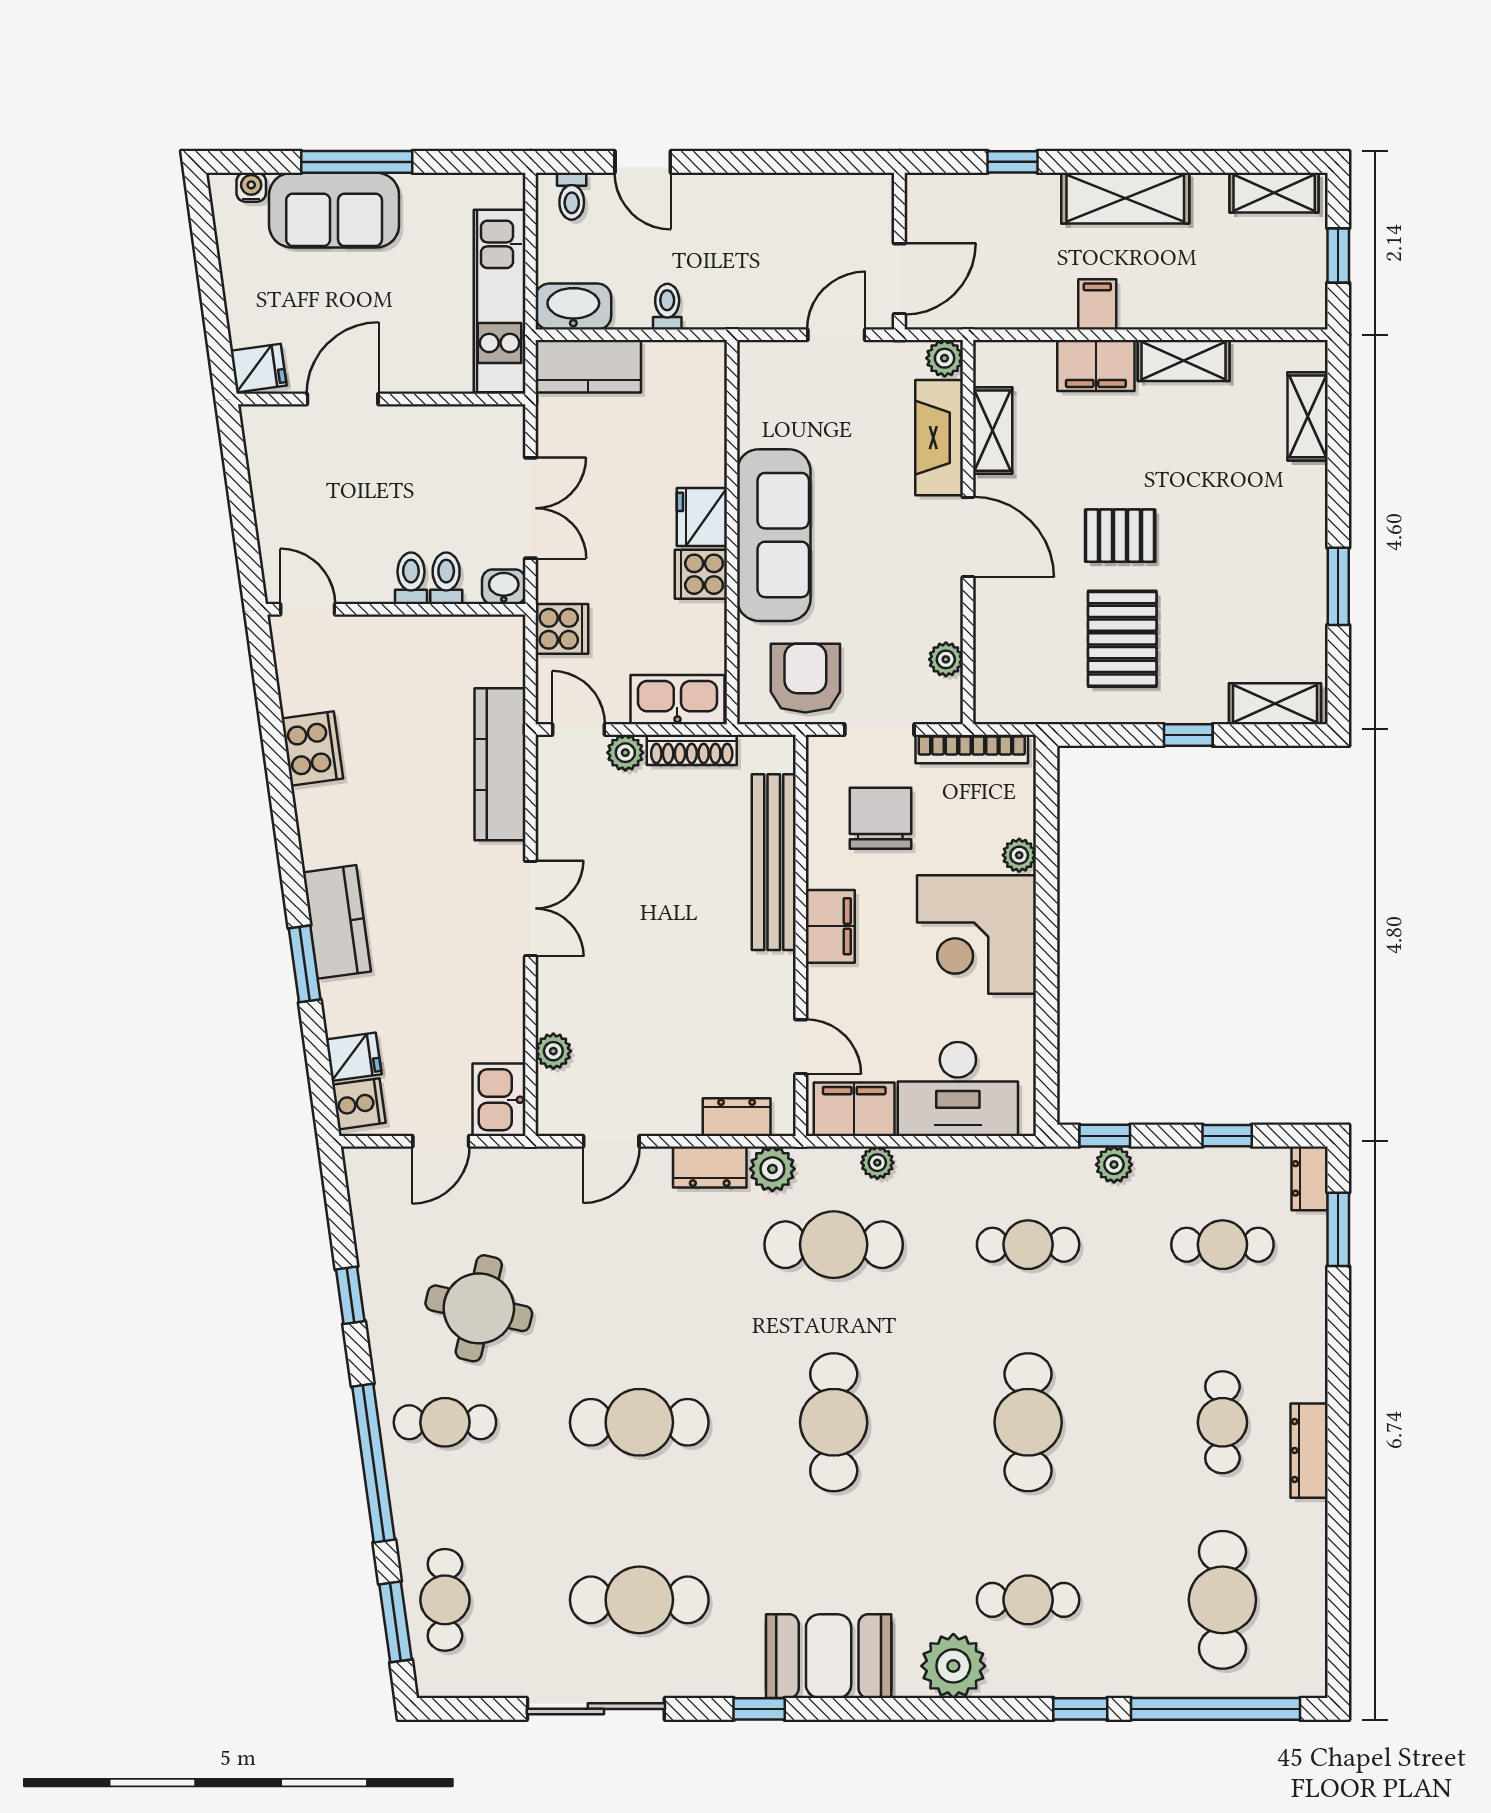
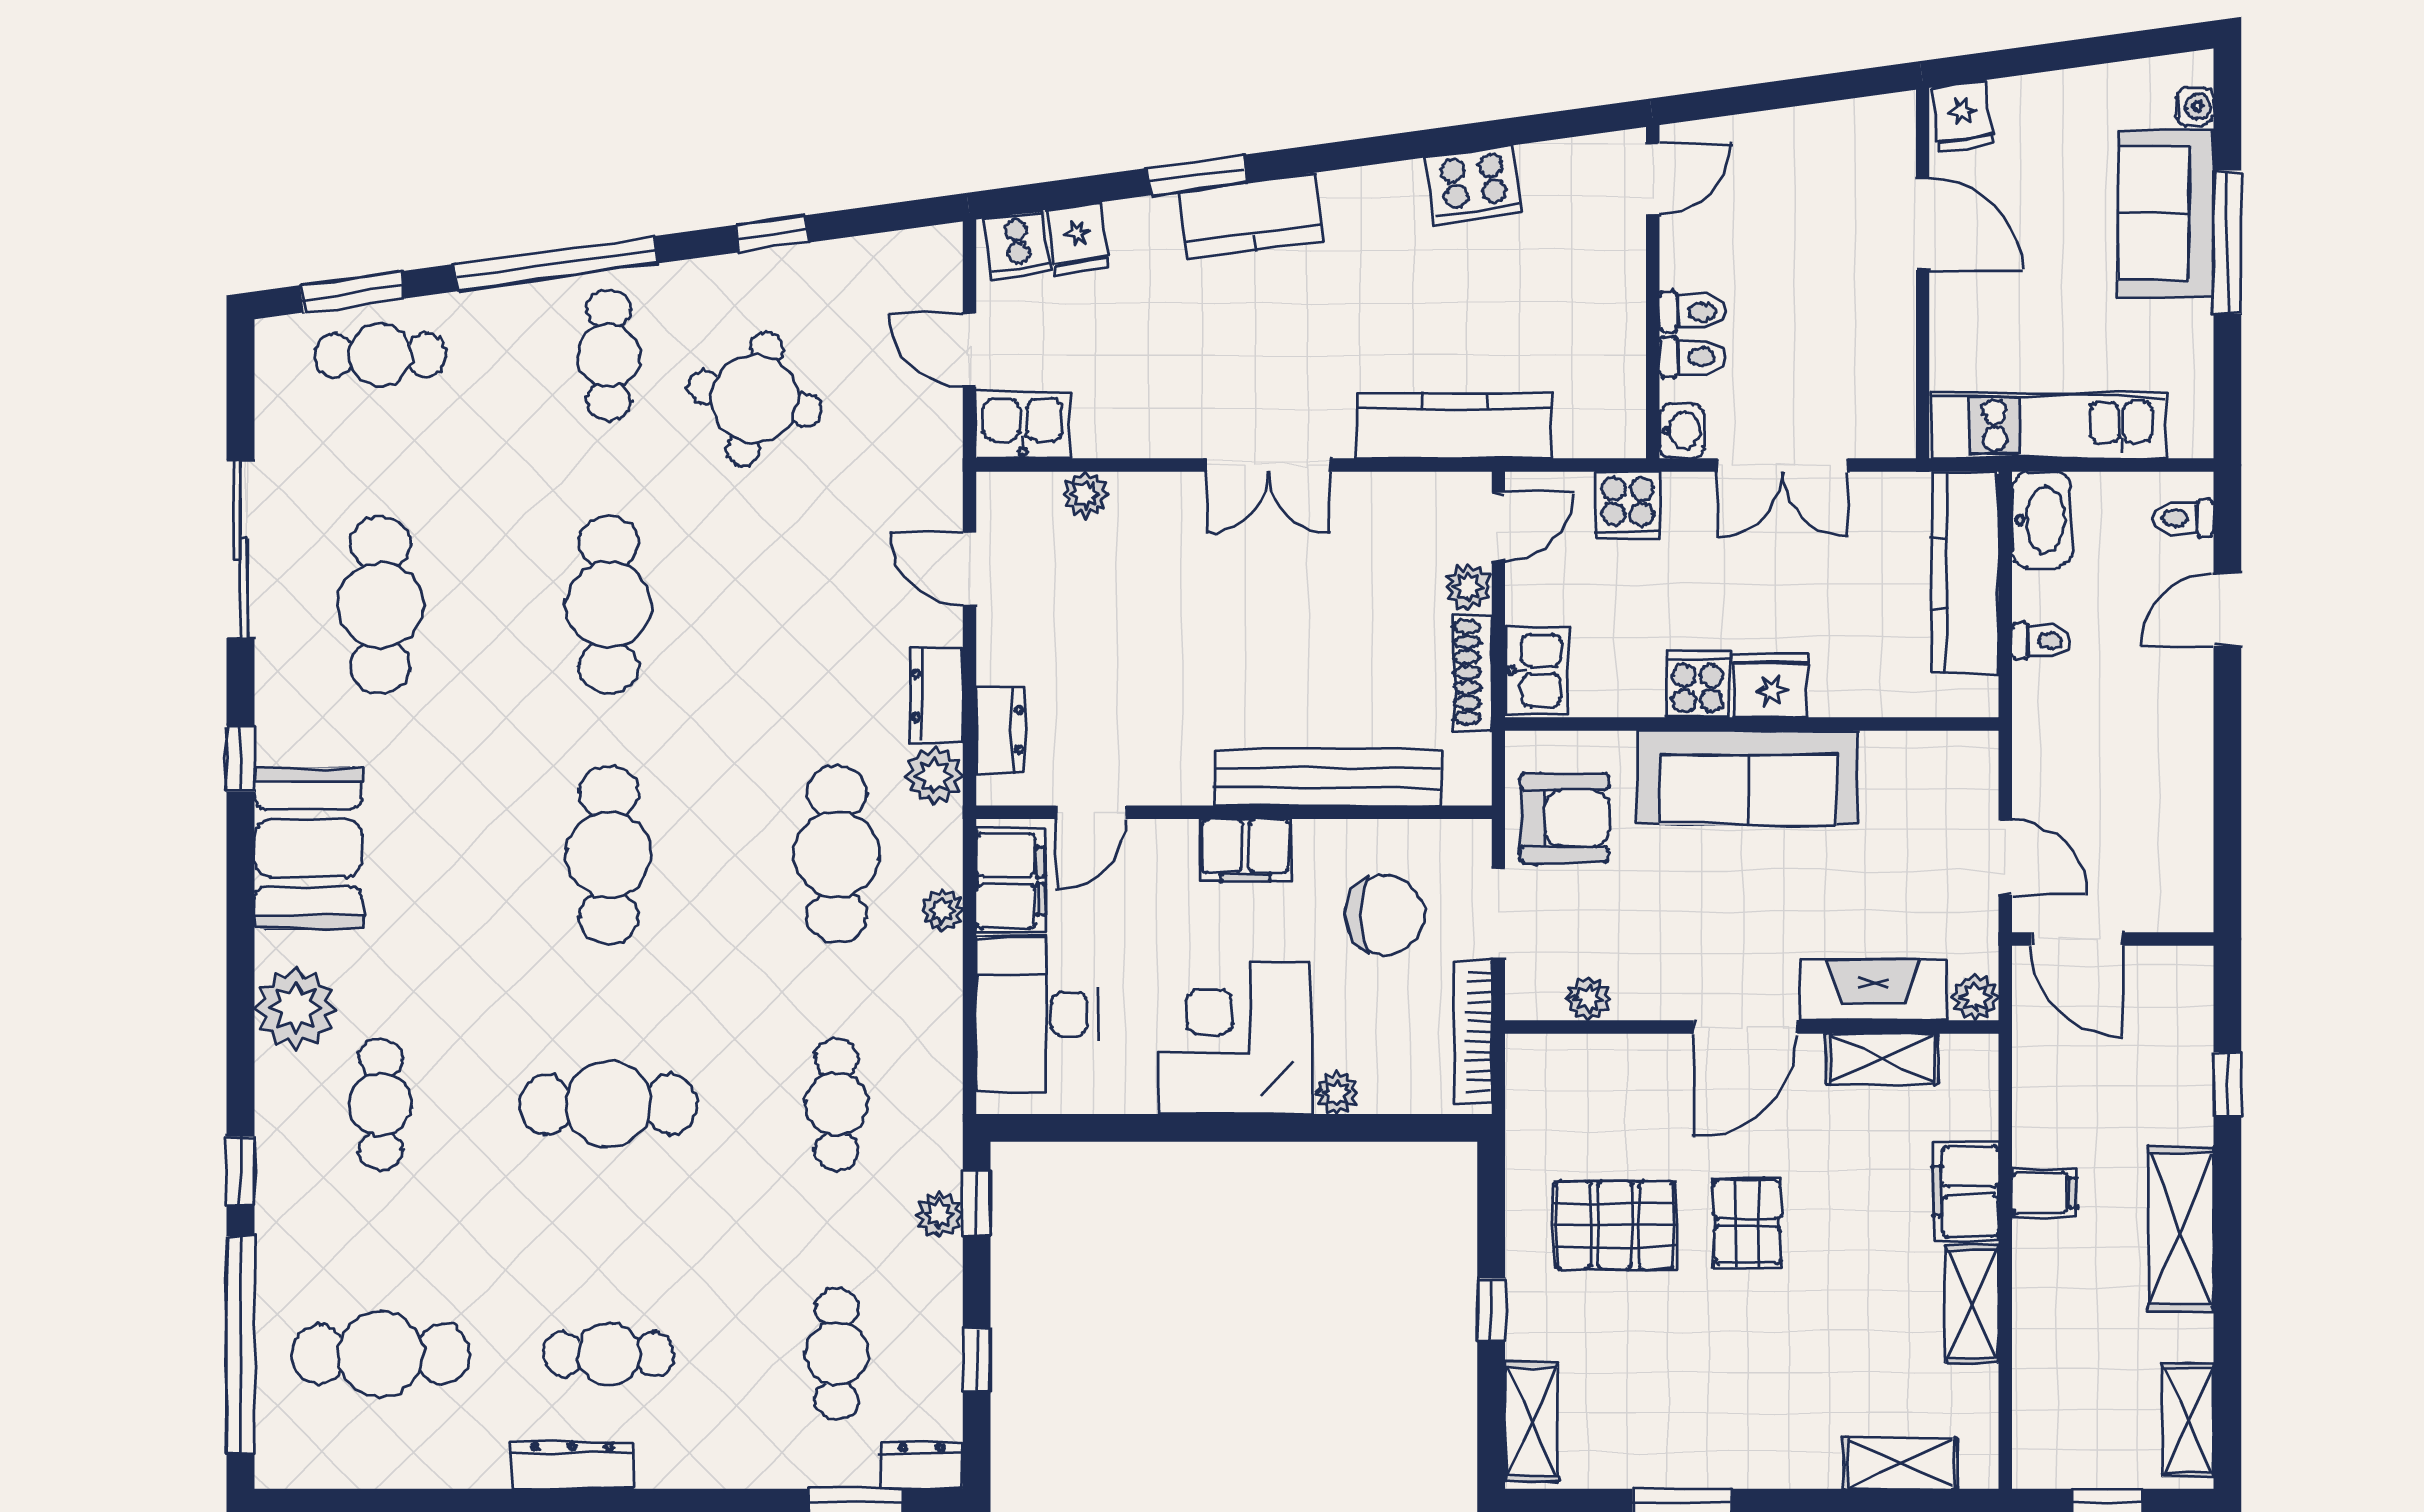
kitchen counter: (588, 366) -> (1965, 573), width x1.50
kitchen sink: (677, 700) -> (1537, 670), width x0.73
cafe table: (834, 1422) -> (609, 855), turned 90

